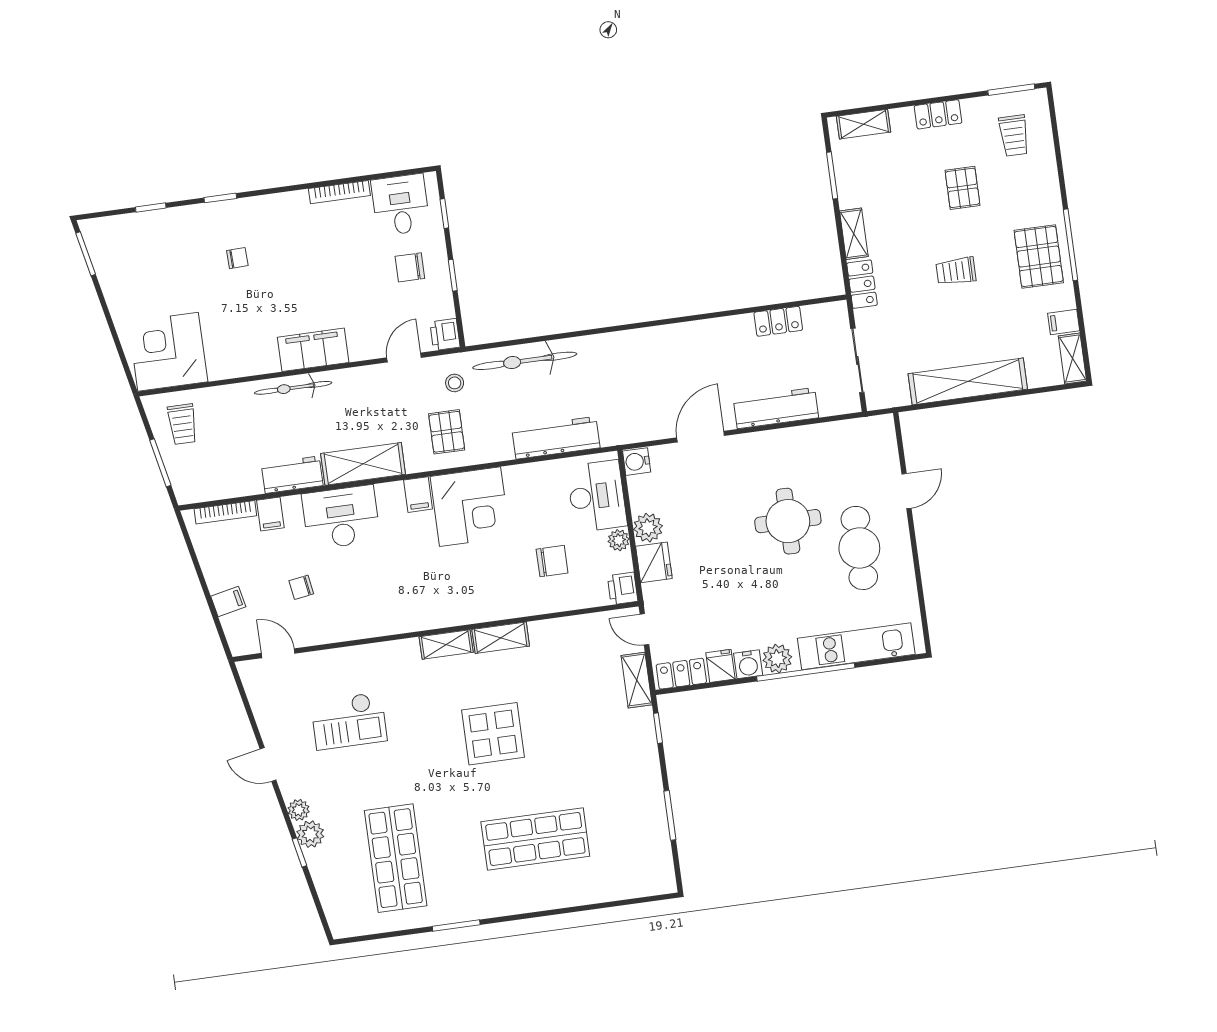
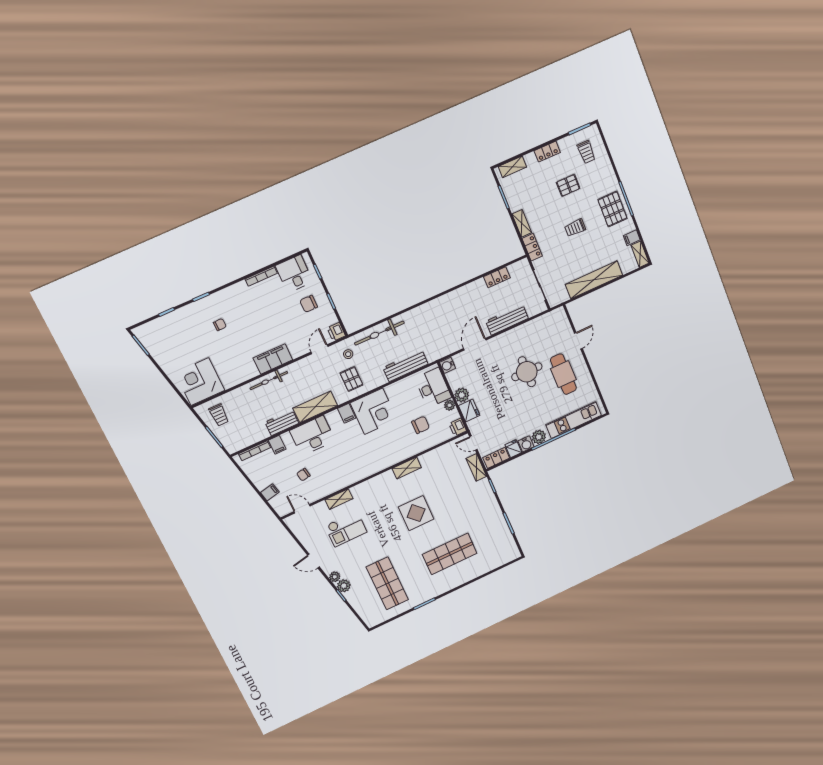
pallet: (962, 188) -> (568, 185), turned 90
shelving: (446, 644) -> (339, 499), moved

